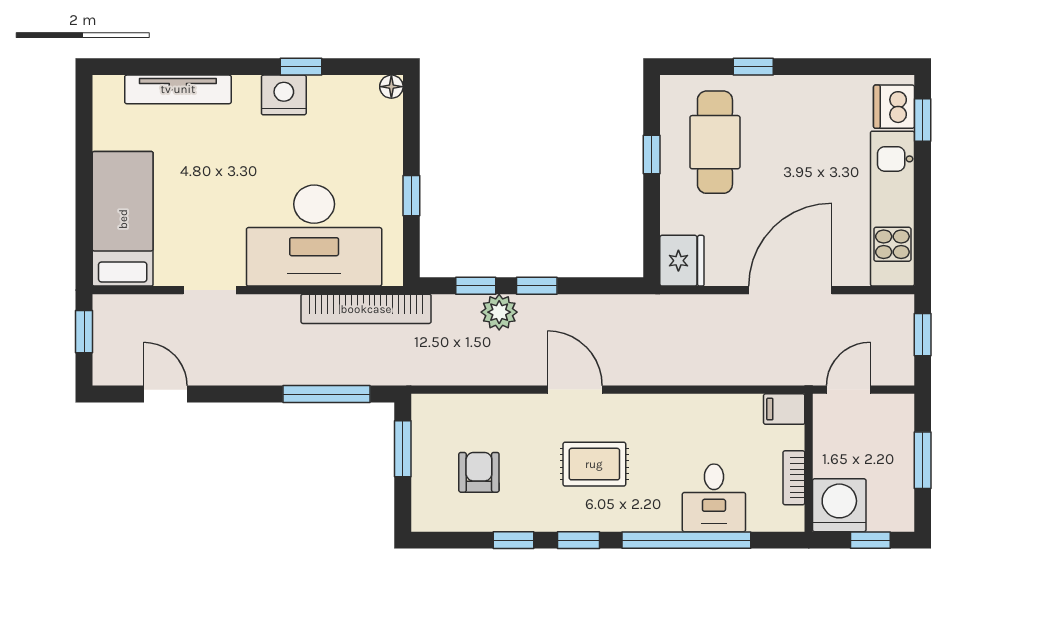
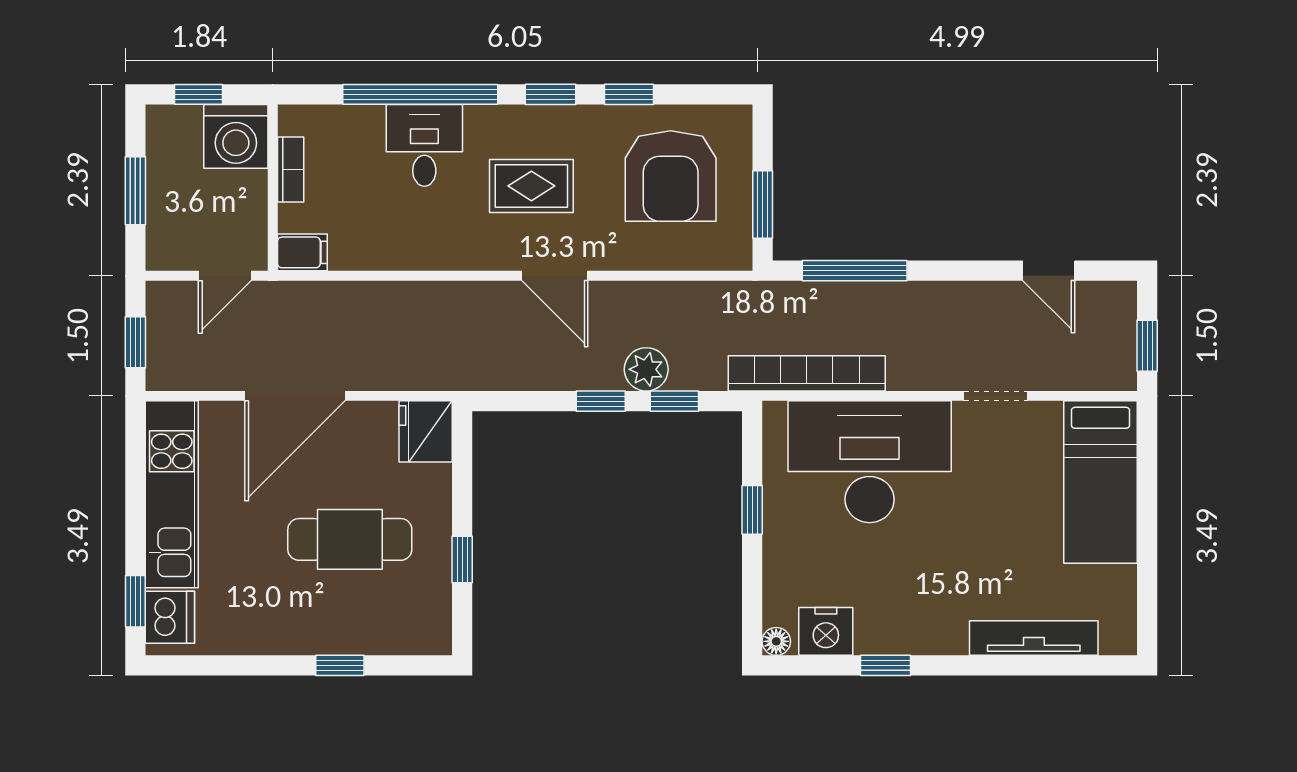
nightstand: (284, 95) -> (826, 631), moved
cafe table: (715, 142) -> (350, 539), moved, turned 90
armchair: (479, 472) -> (671, 176), width x1.88, depth x1.88
desk: (714, 498) -> (424, 145), moved

